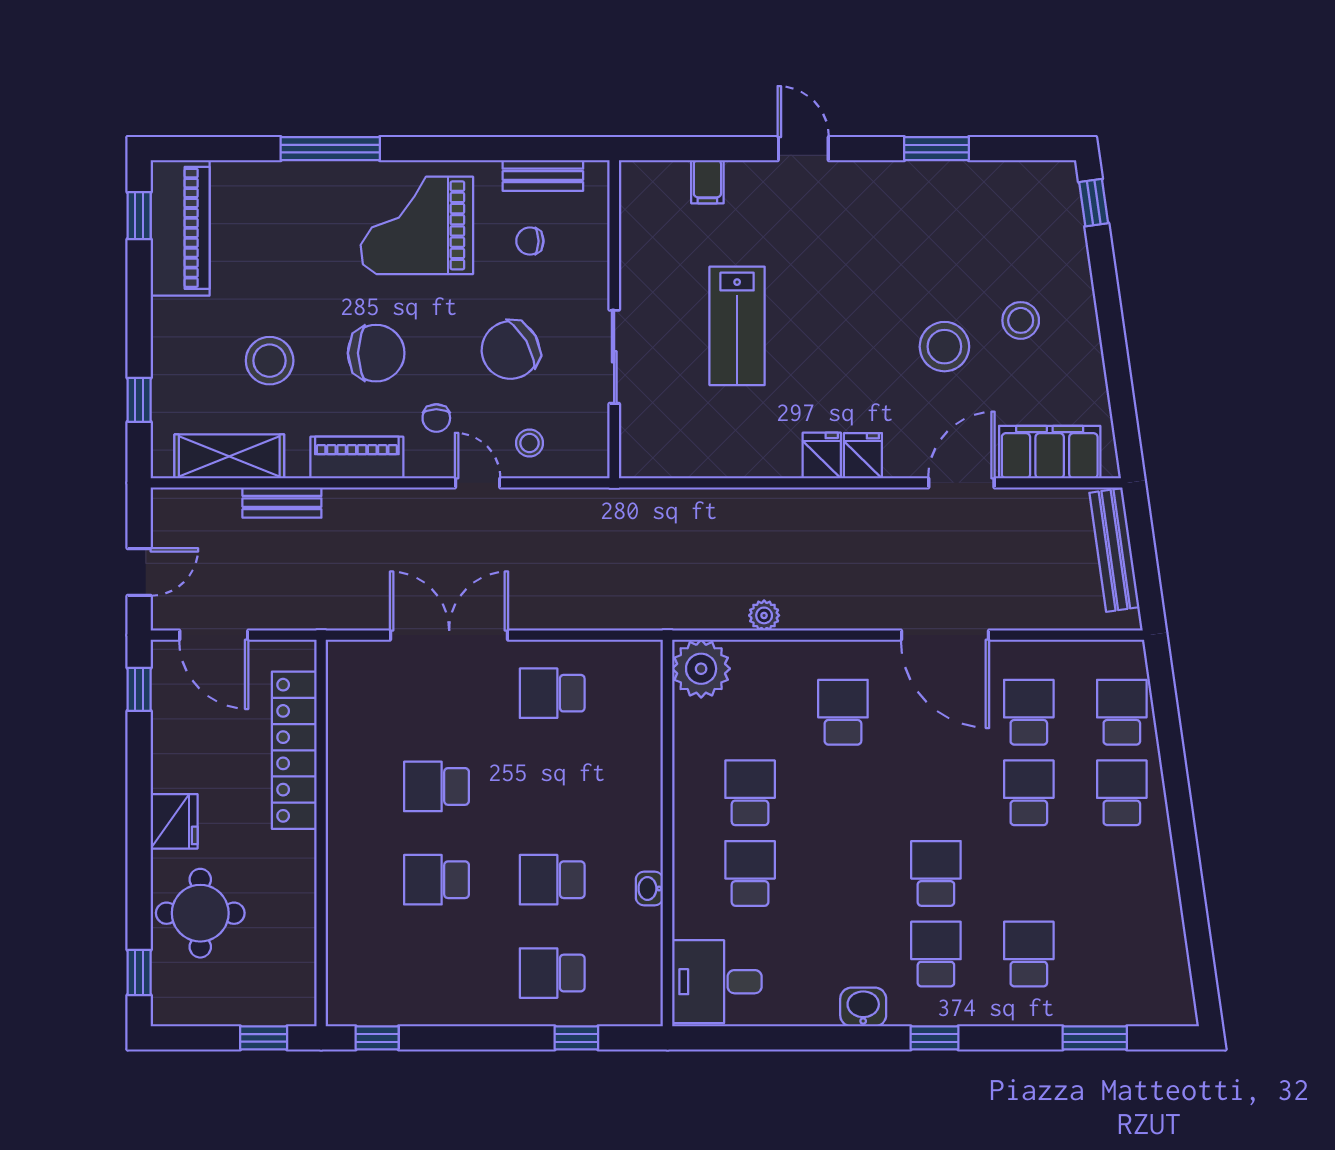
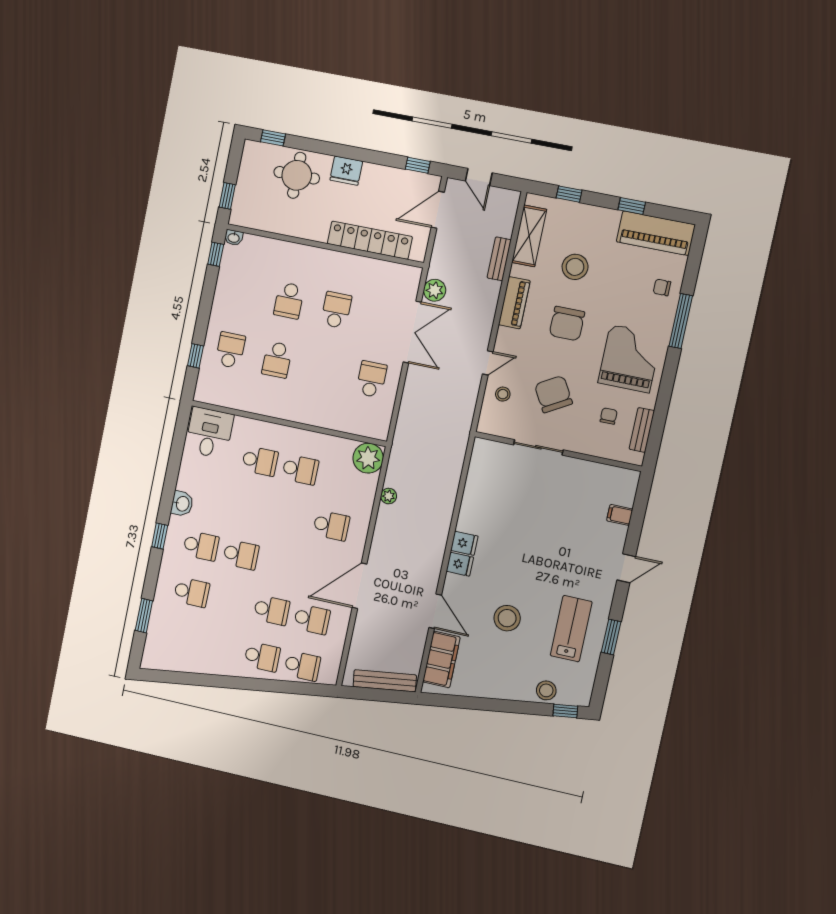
window: (139, 216) -> (632, 206), moved
stool: (1021, 320) -> (546, 690), moved
lab bench: (737, 326) -> (571, 629), moved, turned 90
chair: (436, 418) -> (662, 287), moved
plant: (363, 610) -> (435, 290), added
school desk: (436, 880) -> (289, 301), turned 180
school desk: (552, 880) -> (277, 360), turned 180
washbasin: (649, 888) -> (234, 238), moved, turned 180

